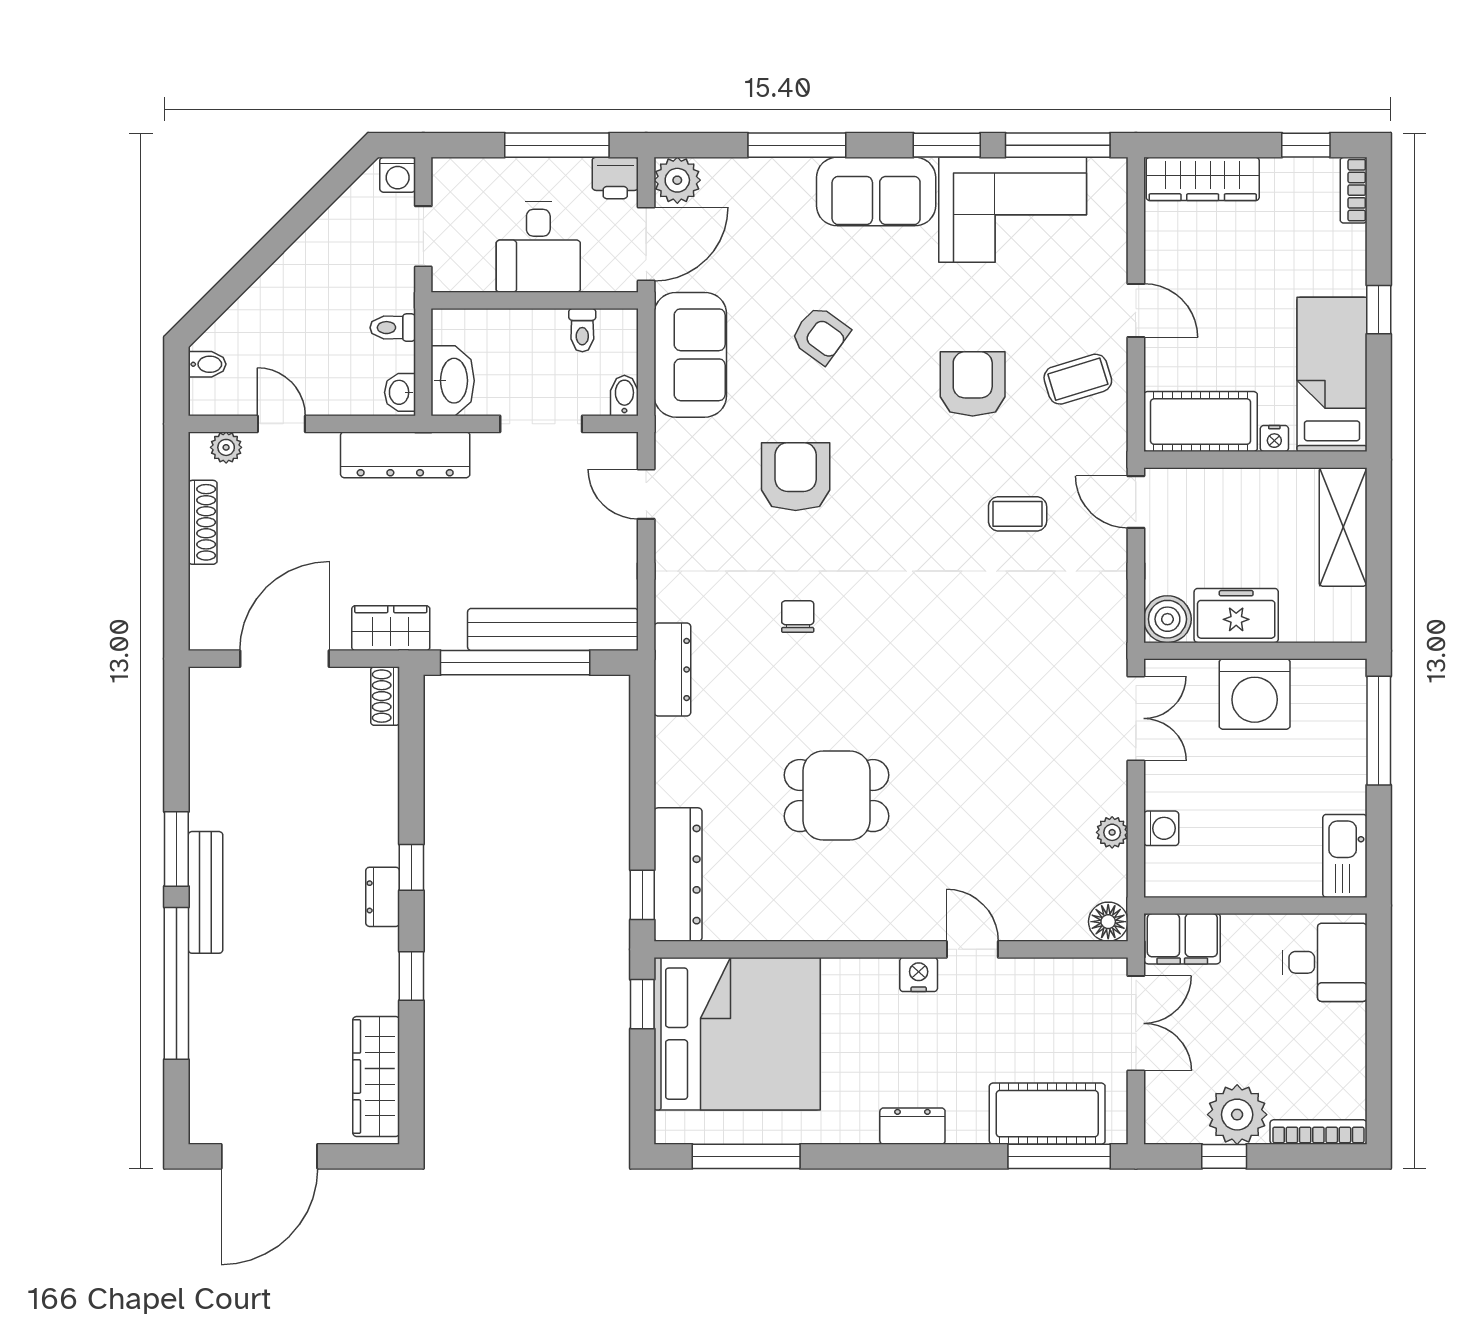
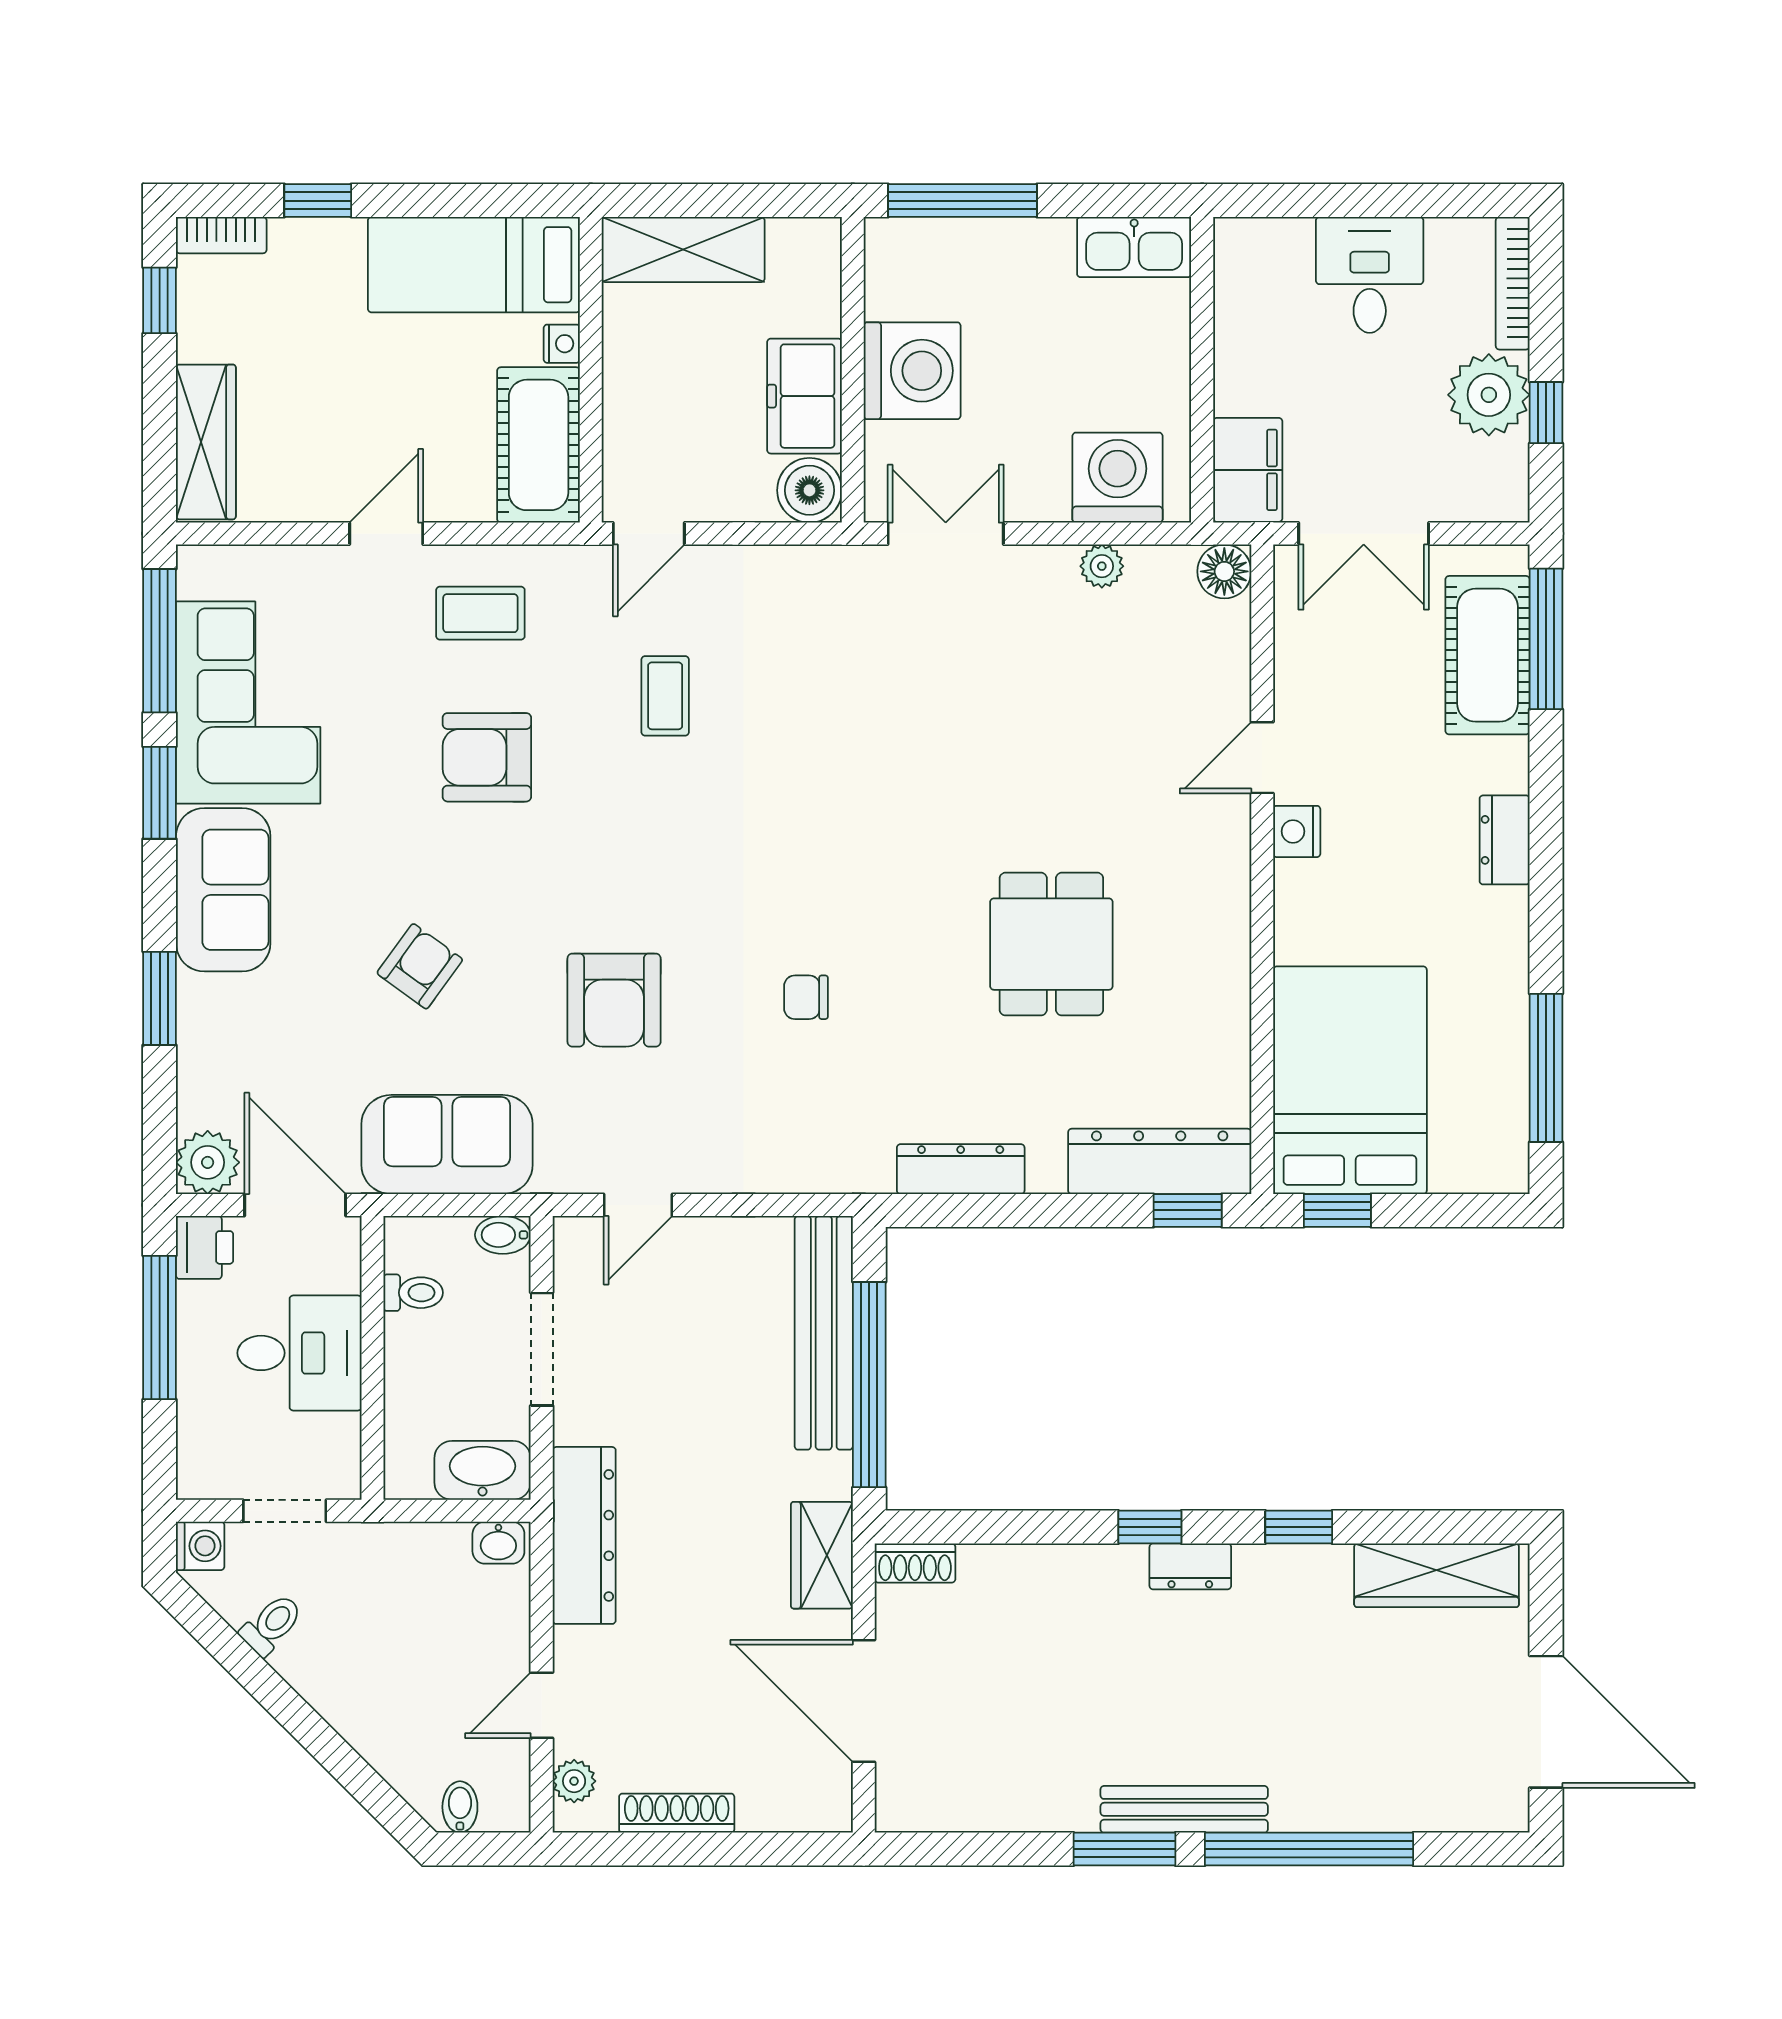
window: (797, 145) -> (160, 998), width x0.69
window: (1379, 310) -> (318, 201), moved
toilet: (393, 328) -> (272, 1625), moved, turned -135
coffee table: (1078, 379) -> (480, 613), turned -73
armchair: (796, 477) -> (614, 1000), turned -90
dresser: (672, 669) -> (961, 1169), moved
washing machine: (1161, 828) -> (1118, 478), width x1.89, depth x1.89
desk: (1325, 962) -> (1370, 275), moved
double door: (1136, 1023) -> (1364, 534), swing flipped
bed: (737, 1034) -> (1350, 1080), width x0.73

